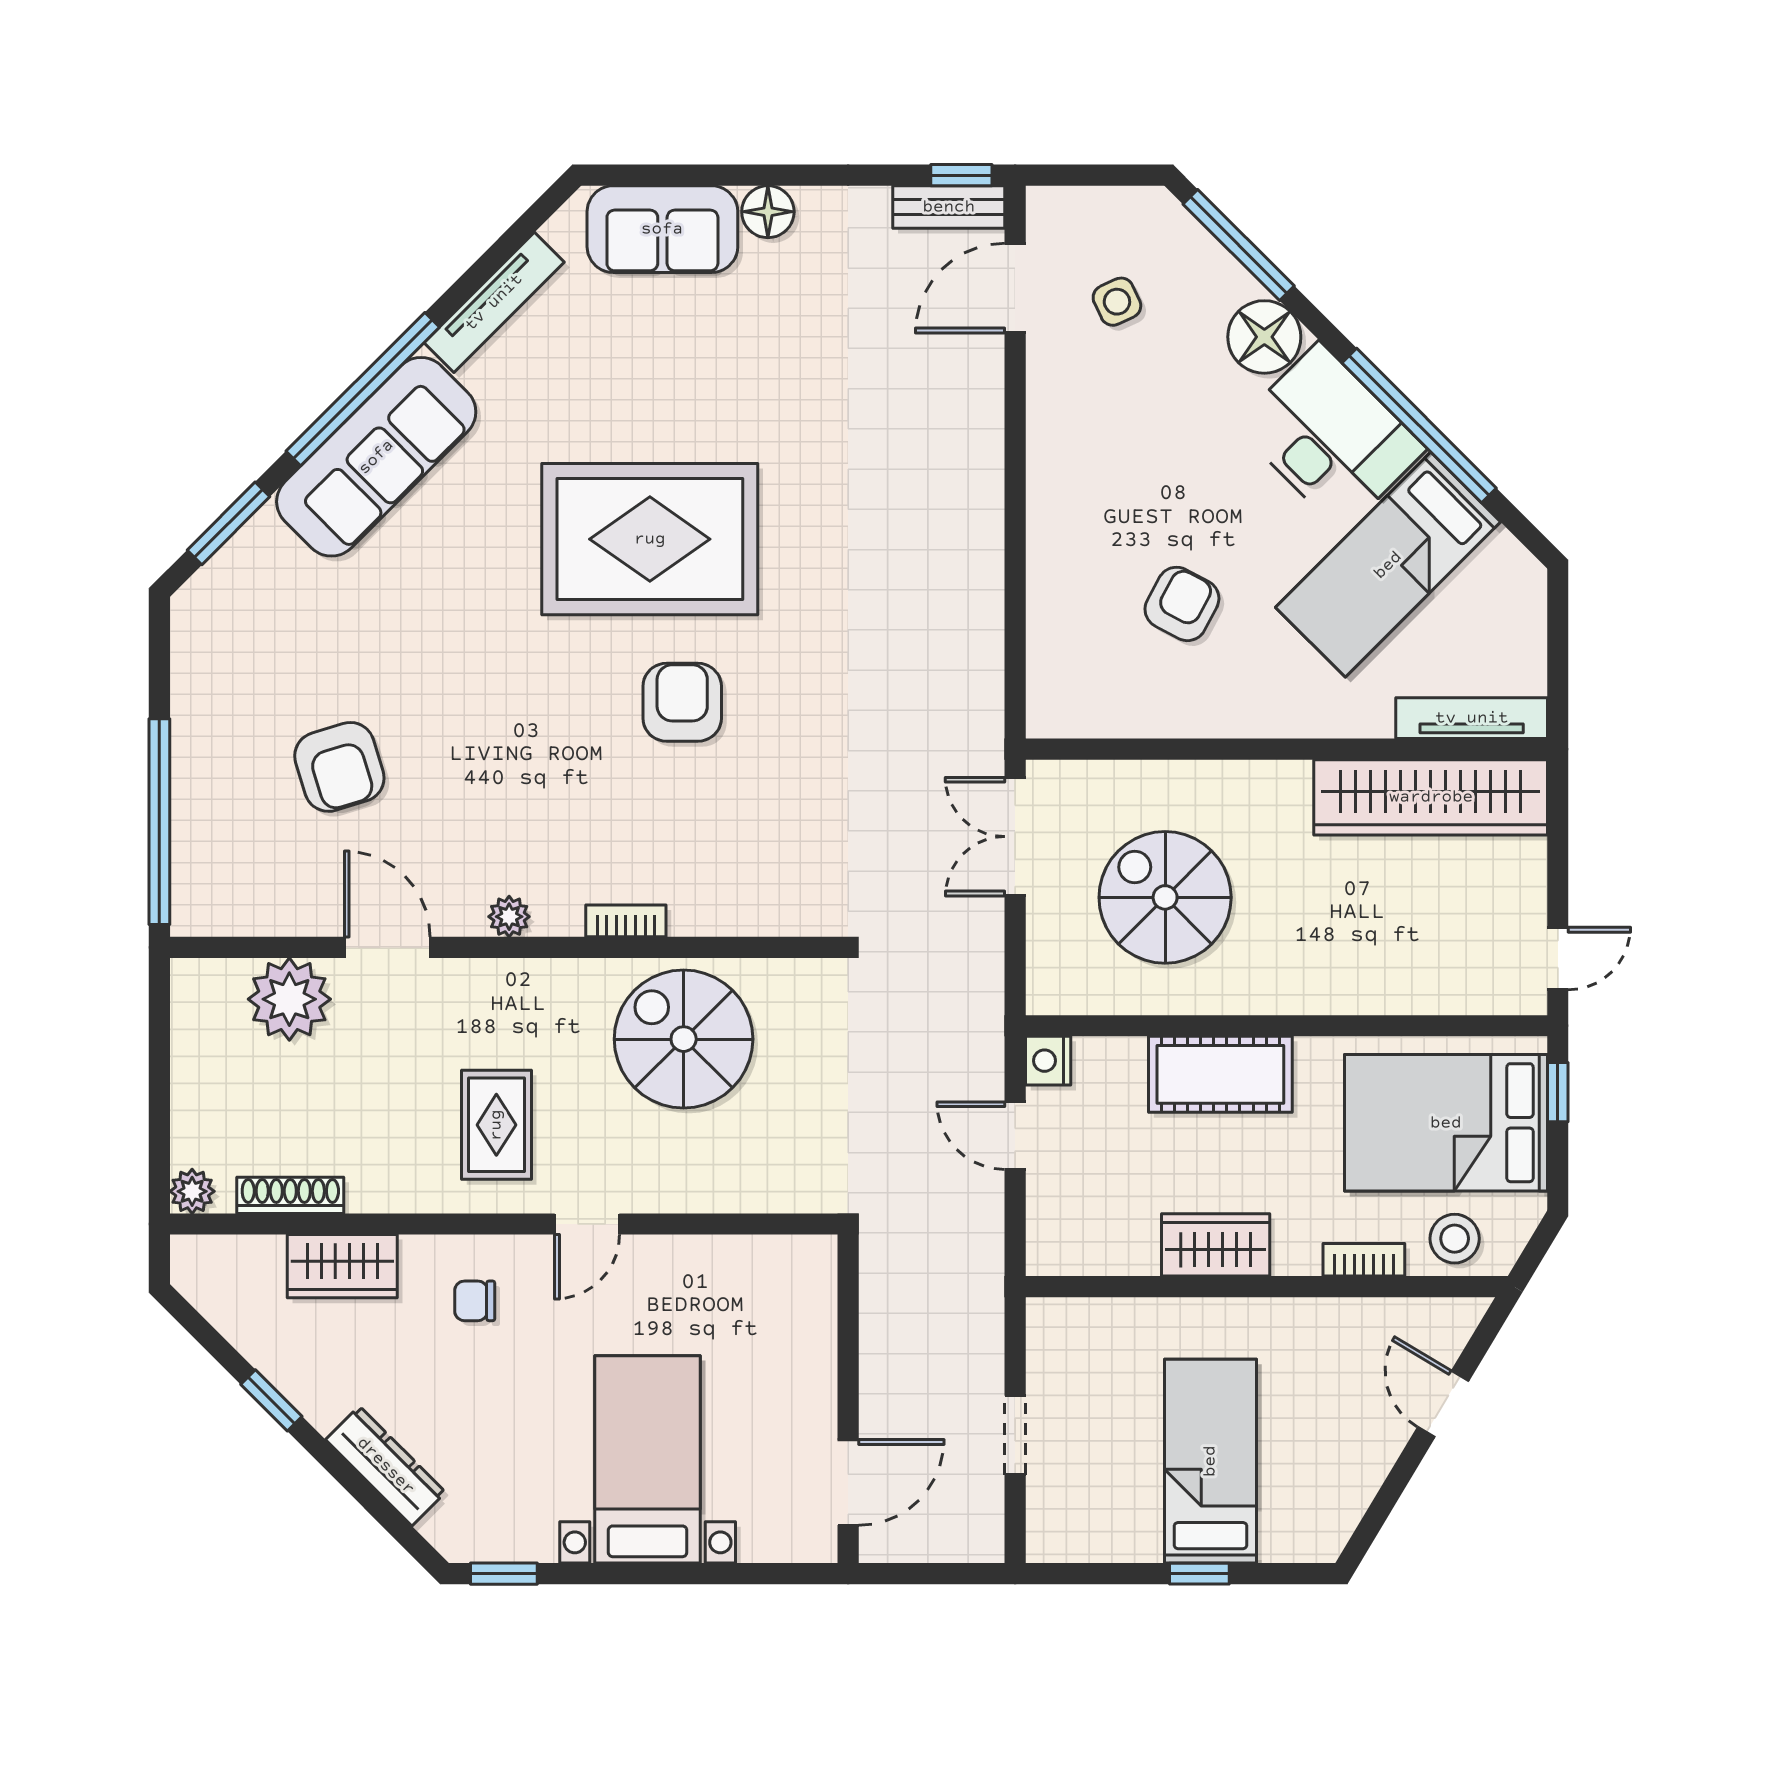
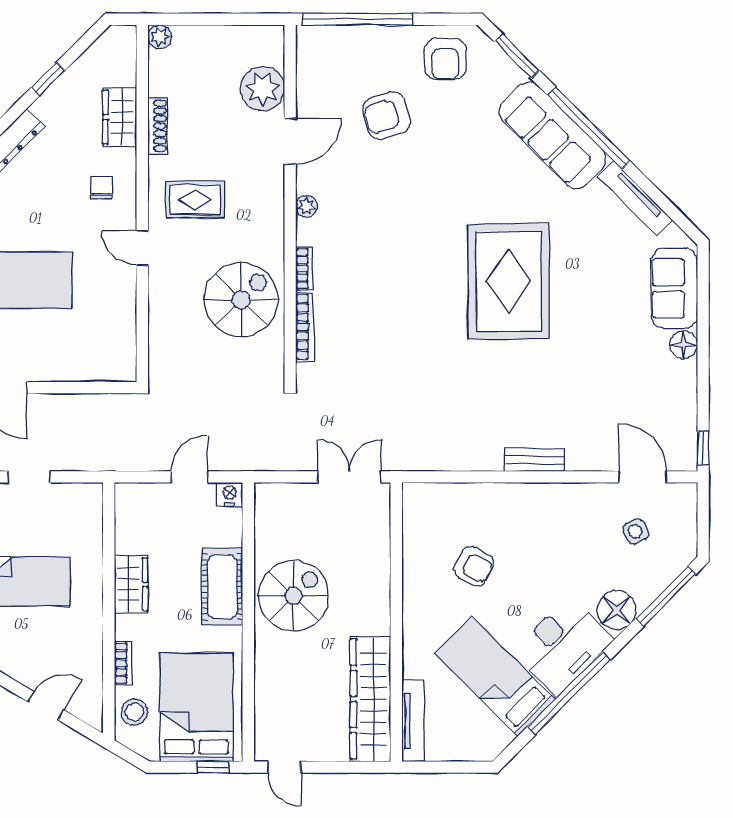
bench: (949, 207) -> (535, 460), moved, turned 90
armchair: (682, 702) -> (445, 59), moved, turned 90
spiral stairs: (1165, 897) -> (294, 596), moved
bookcase: (734, 921) -> (304, 327), added
shoe rack: (290, 1195) -> (158, 126), moved

